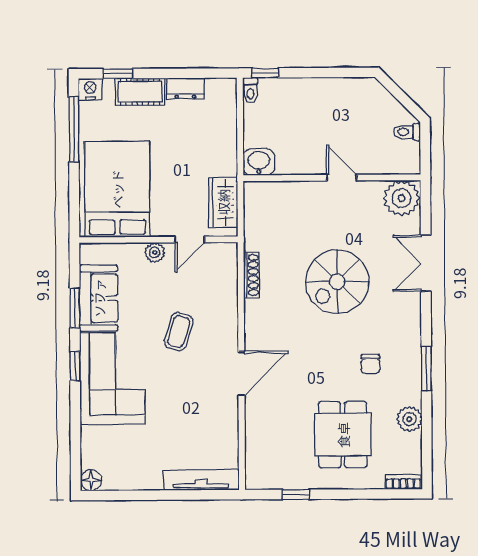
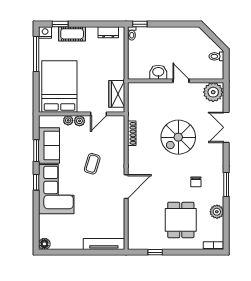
dresser: (185, 89) -> (108, 32), moved
washbasin: (259, 162) -> (158, 72), moved
plant: (134, 252) -> (68, 120), added

